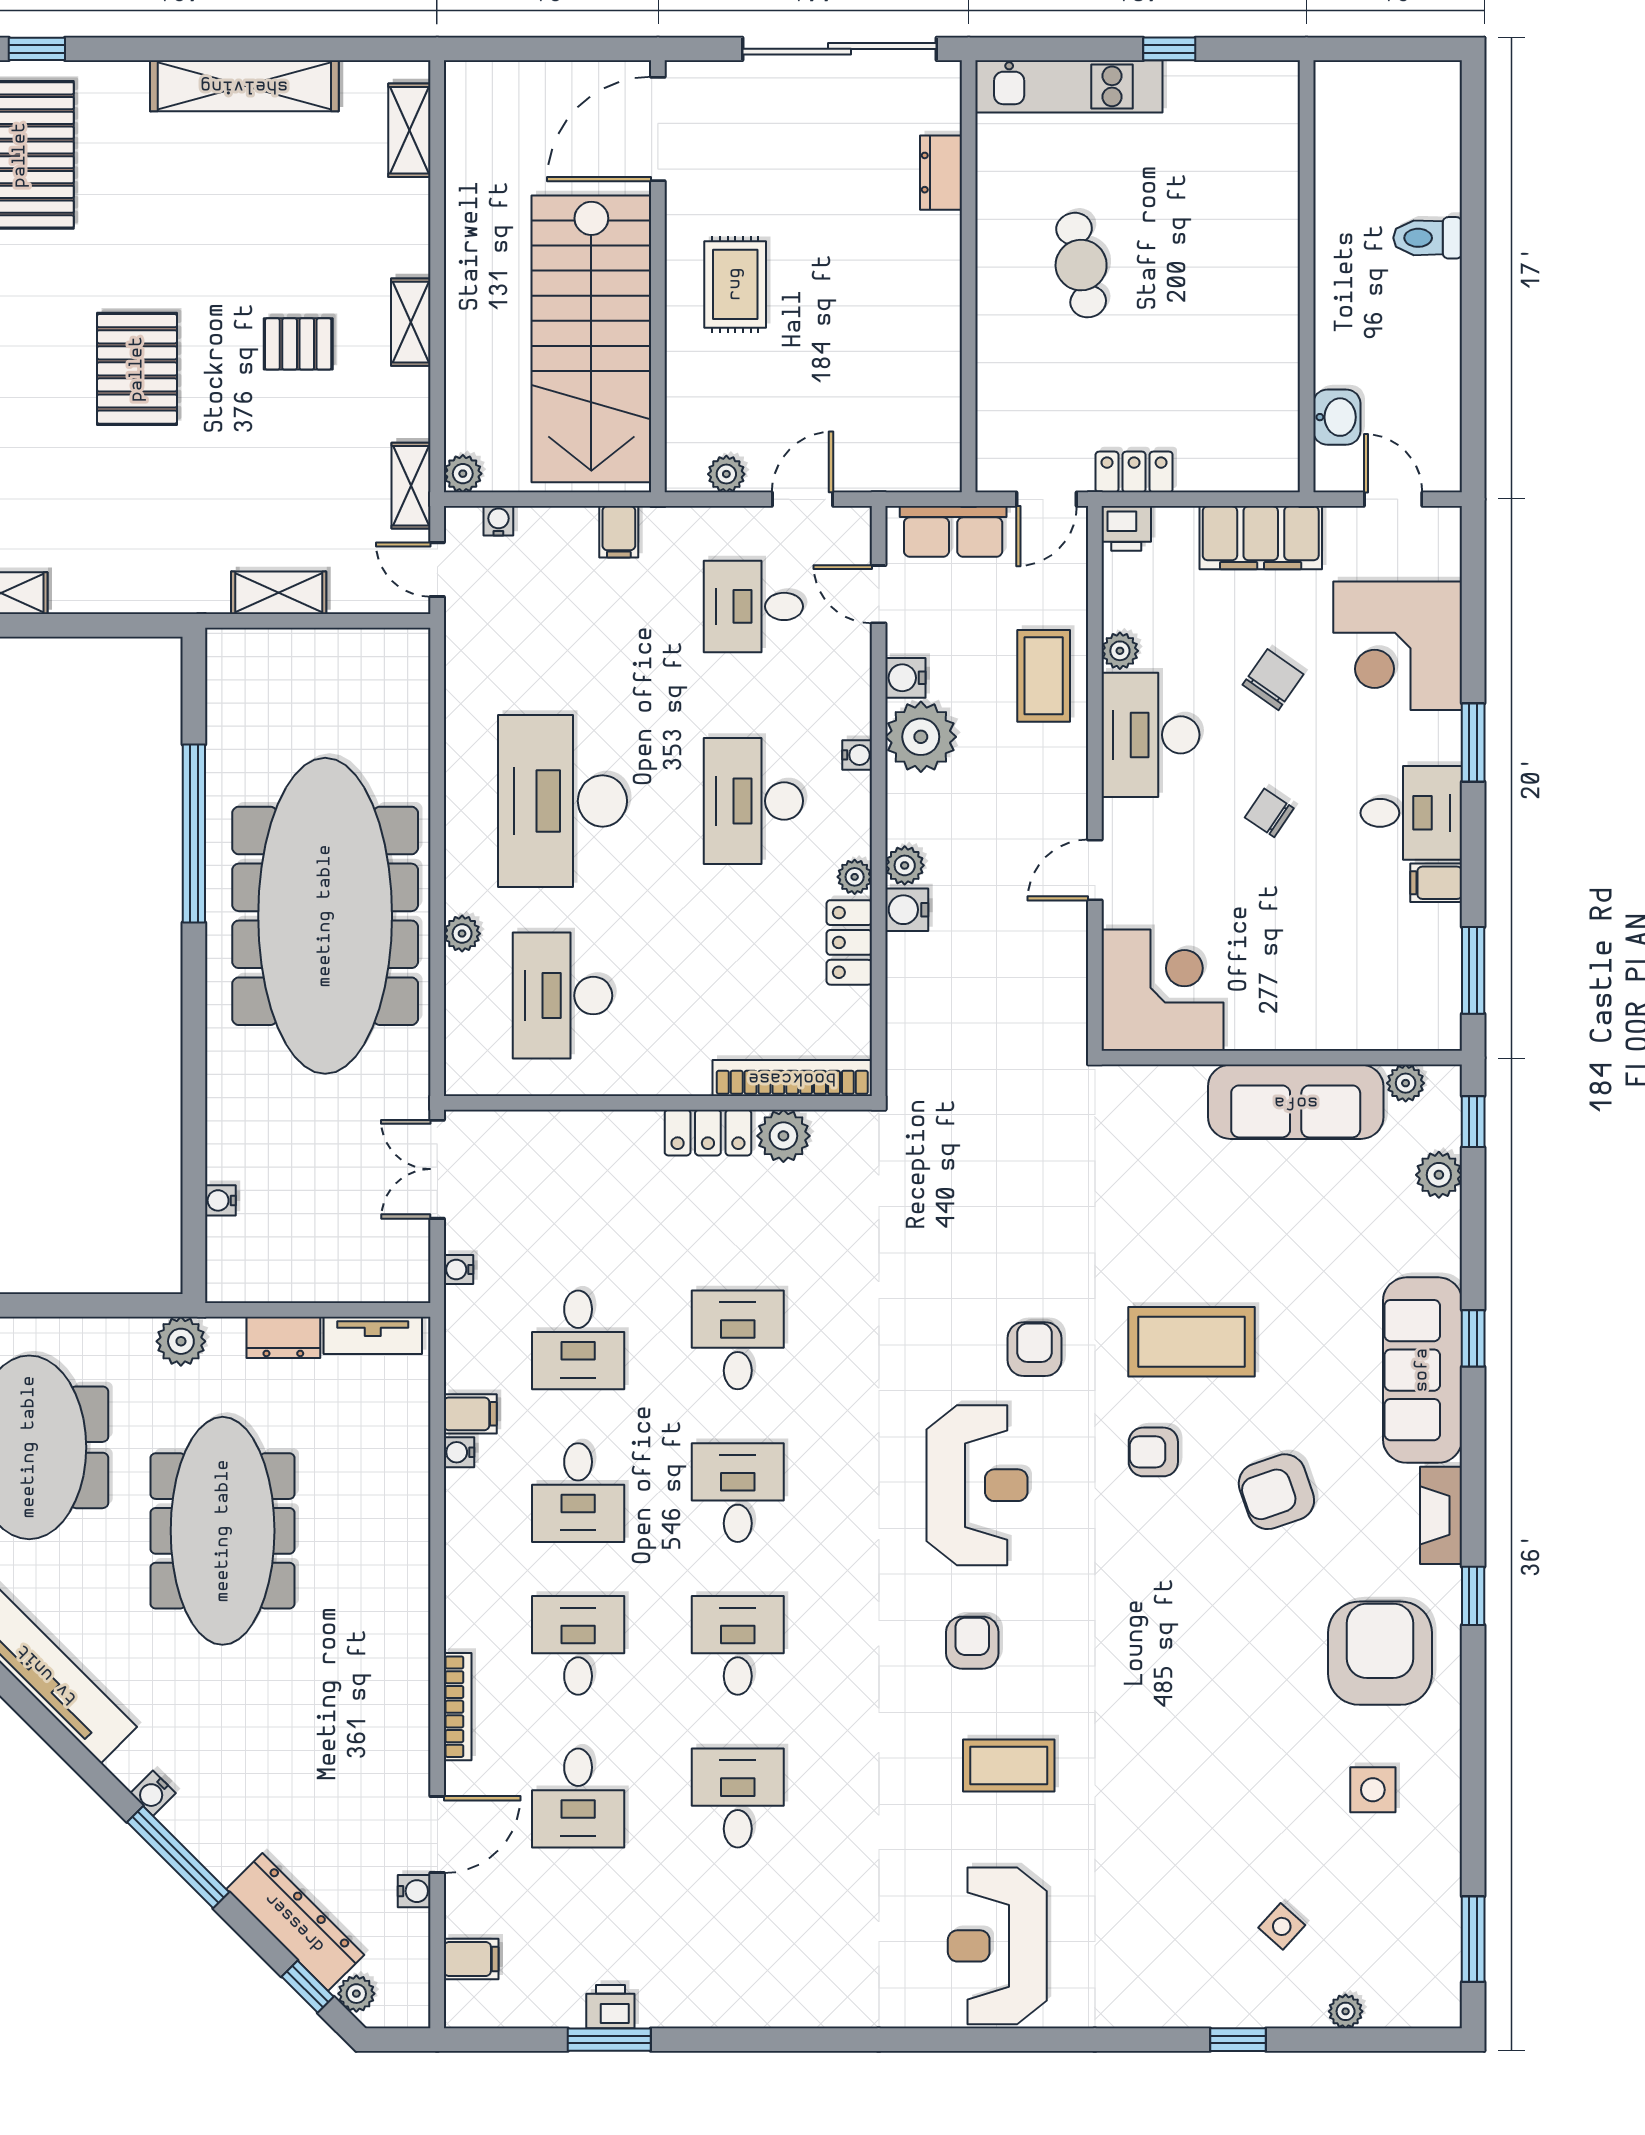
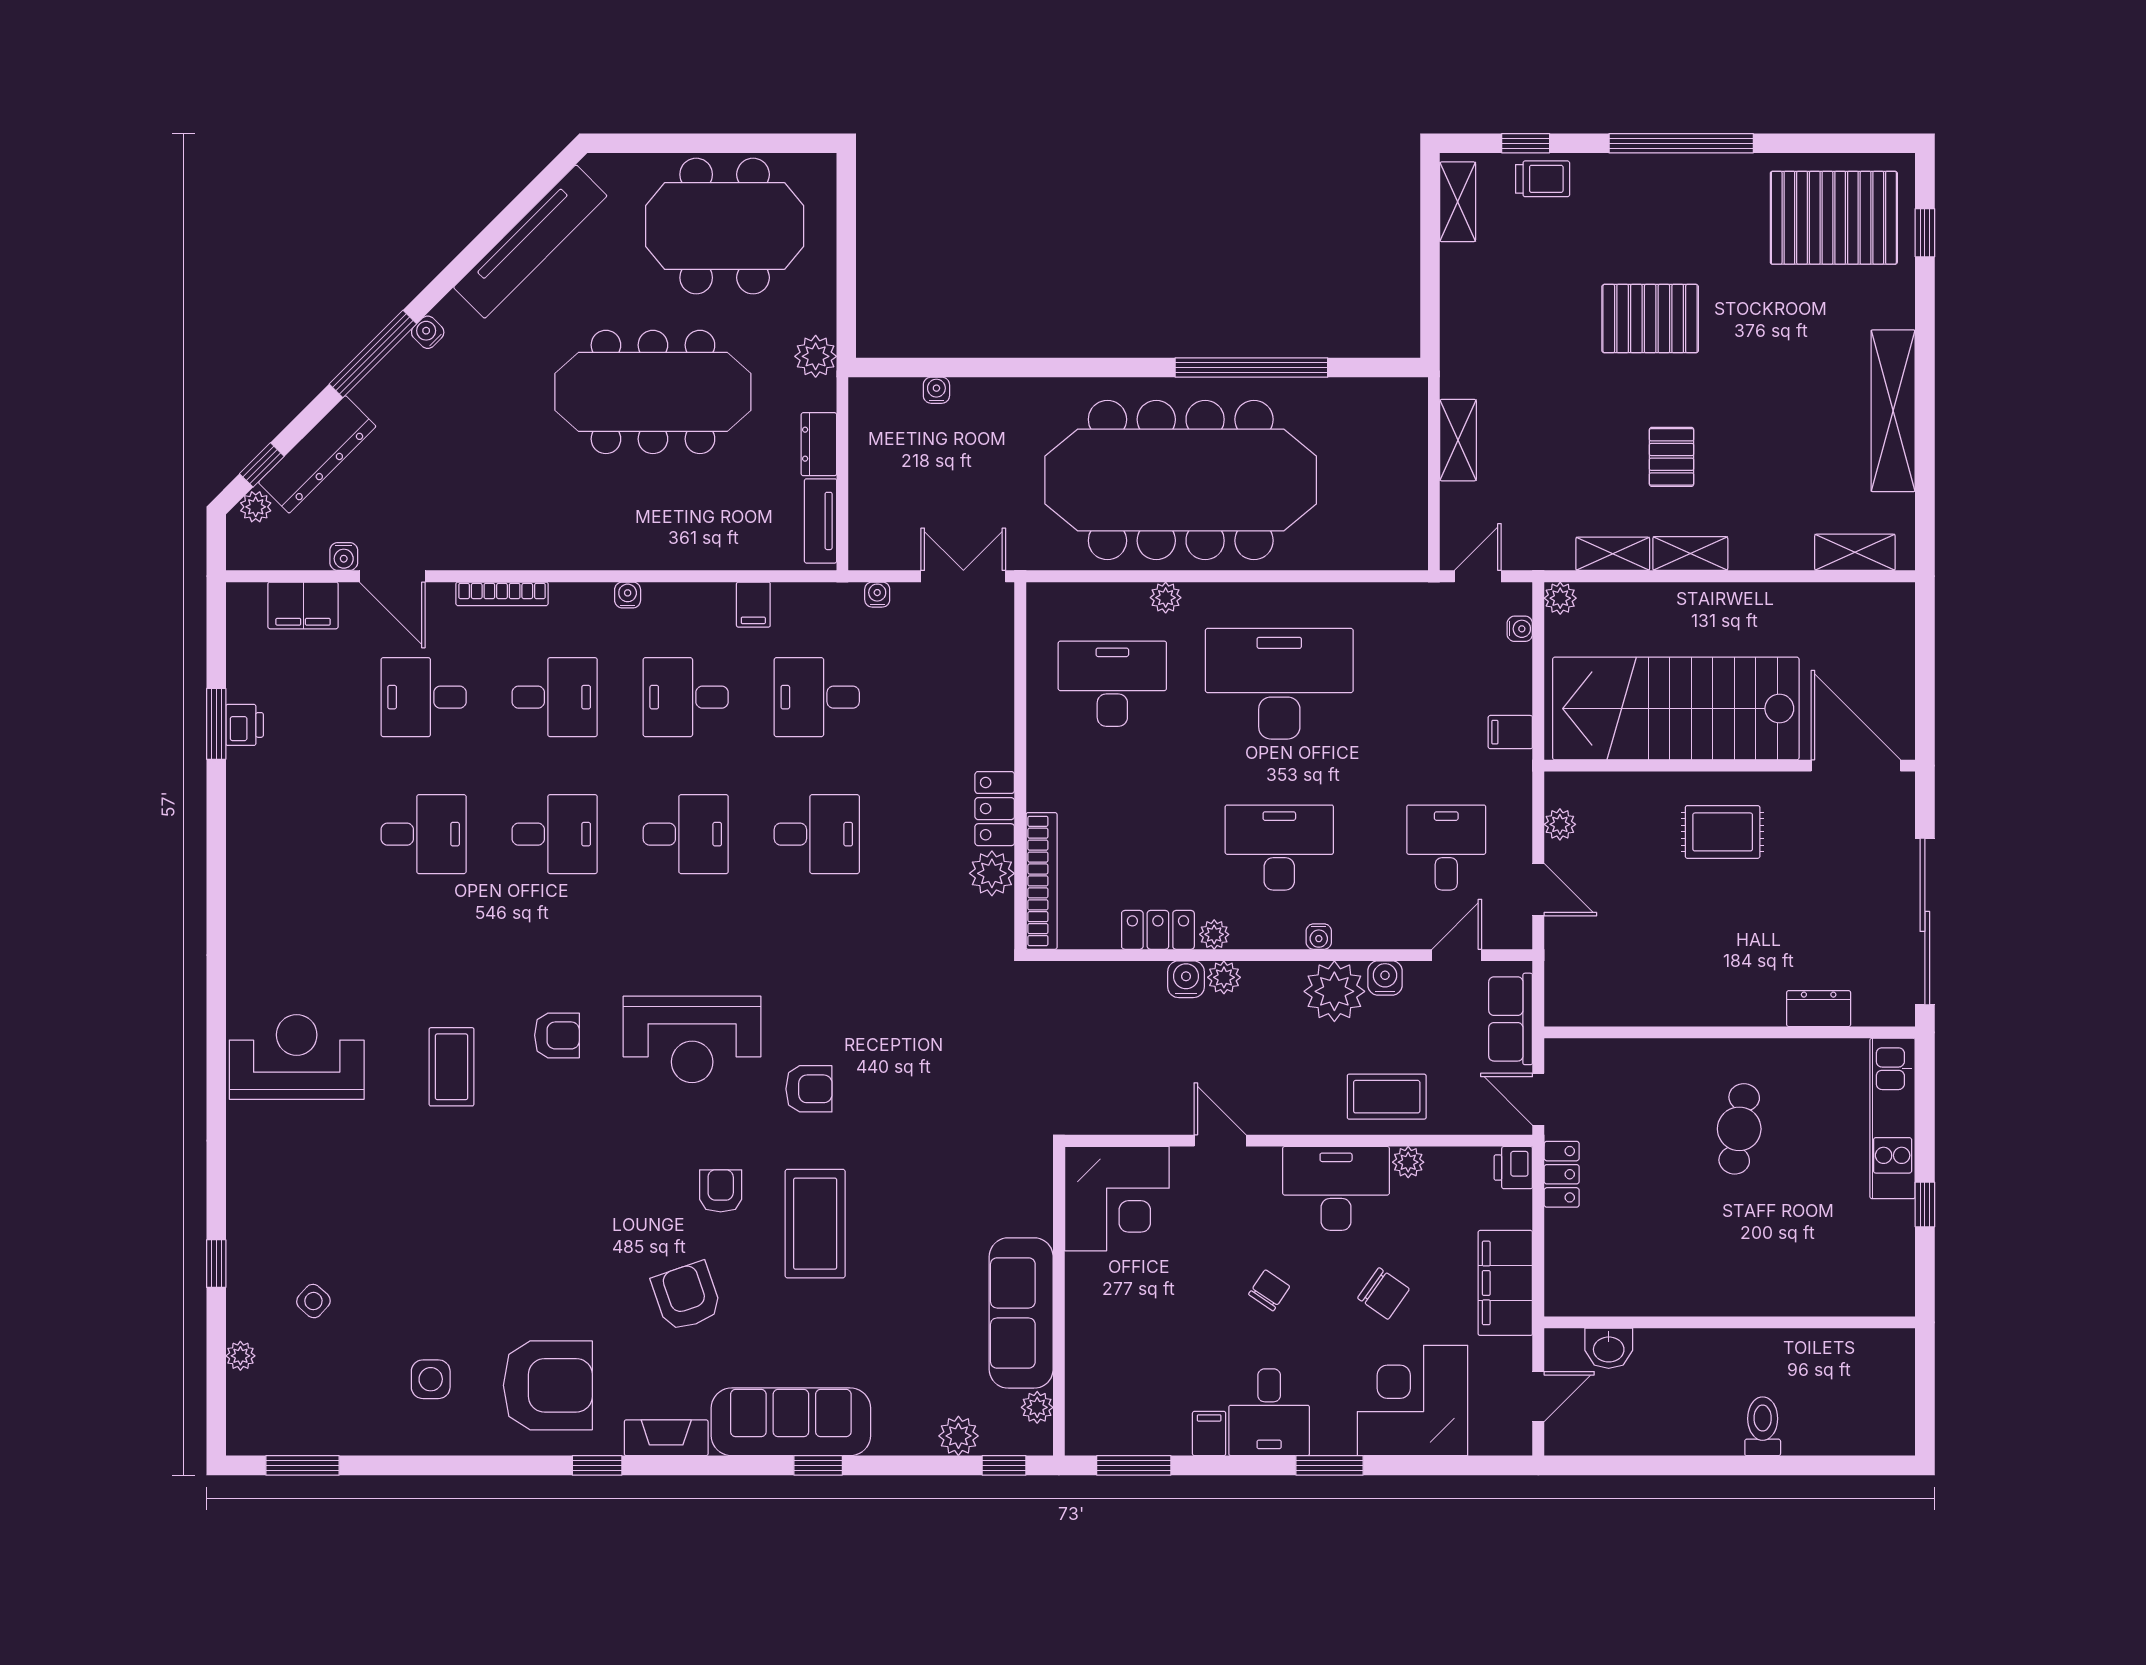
cafe table: (1081, 265) -> (1739, 1129), turned -70
shelving: (411, 486) -> (1613, 554), moved
water cooler: (459, 1452) -> (628, 595), moved
filing cabinet: (471, 1959) -> (303, 605), width x2.00

